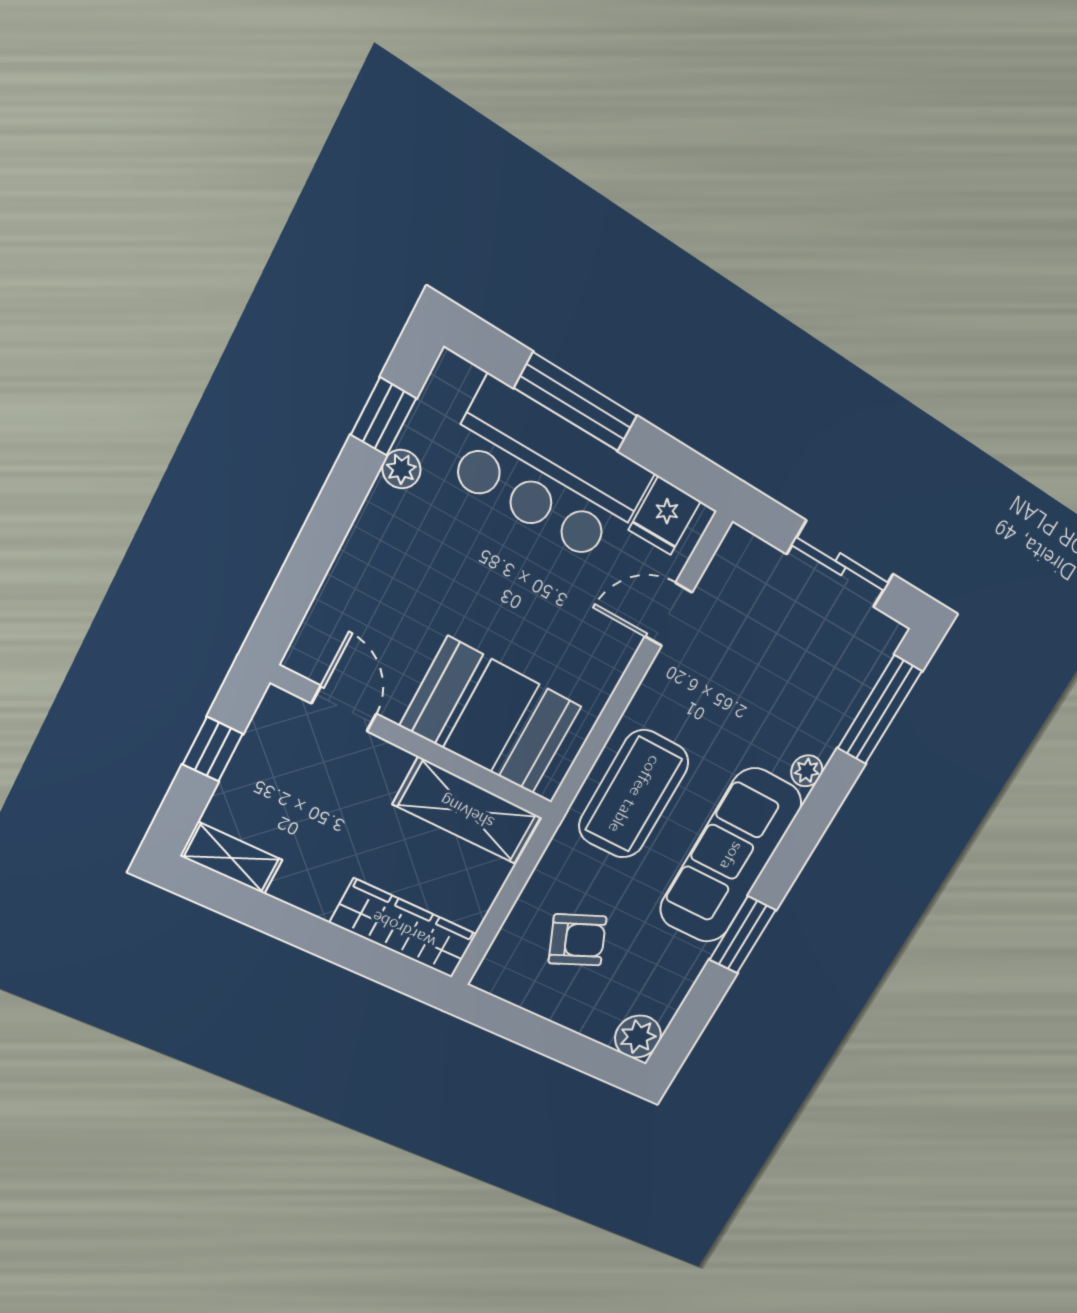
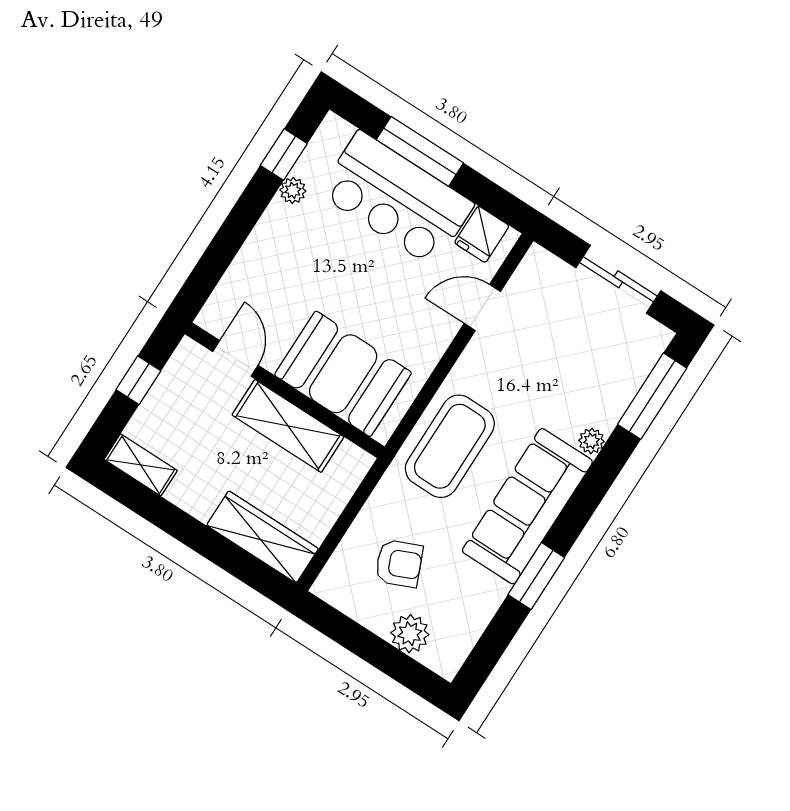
shelving: (467, 811) -> (288, 426), moved
plant: (638, 1037) -> (410, 634), moved

